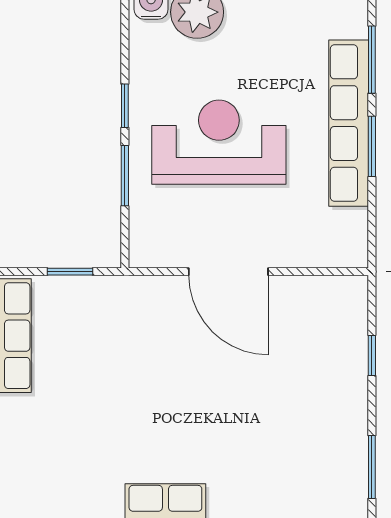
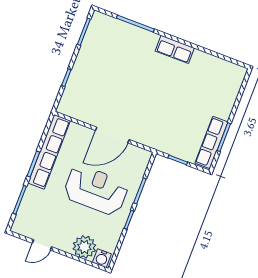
row of seats: (349, 123) -> (49, 152), moved
reception desk: (219, 142) -> (96, 190), turned 180
door: (228, 272) -> (112, 135), swing flipped

